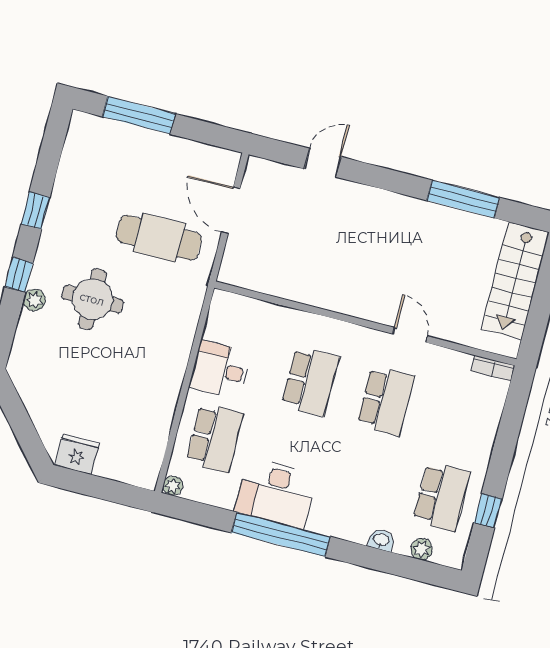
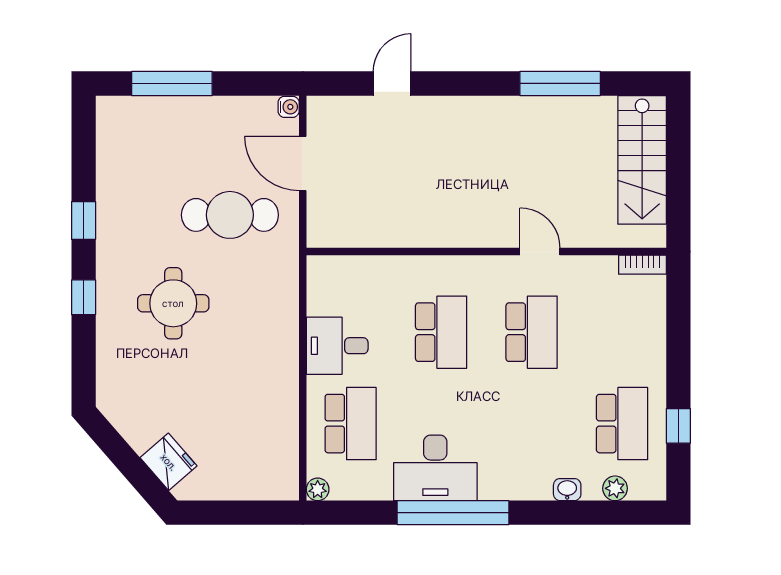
water cooler: (231, 160) -> (289, 107), added
plant: (34, 300) -> (108, 321), removed
fridge: (77, 454) -> (169, 462), moved, turned 49

